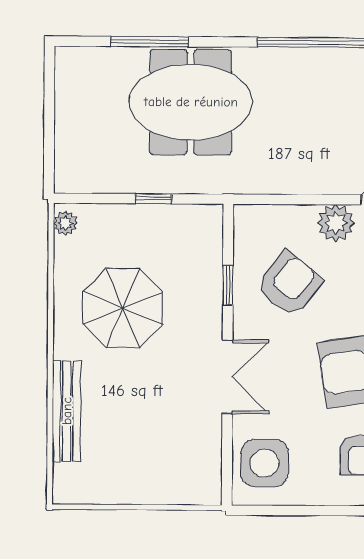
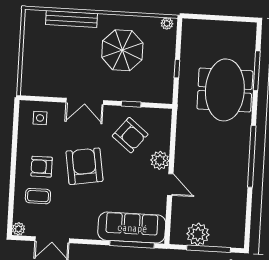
side table: (265, 463) -> (40, 118), width x0.54, depth x0.54

